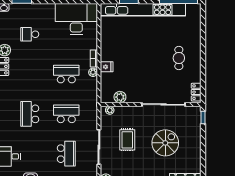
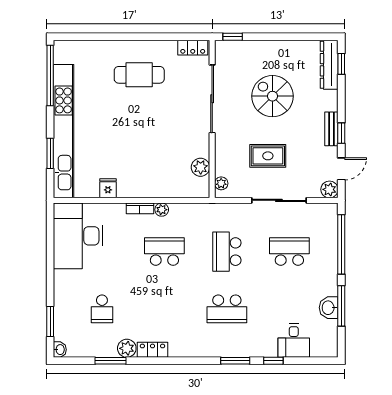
cafe table: (179, 58) -> (139, 75), width x1.37, depth x1.35
fridge: (107, 67) -> (108, 188), moved
school desk: (66, 74) -> (164, 252), turned 90

